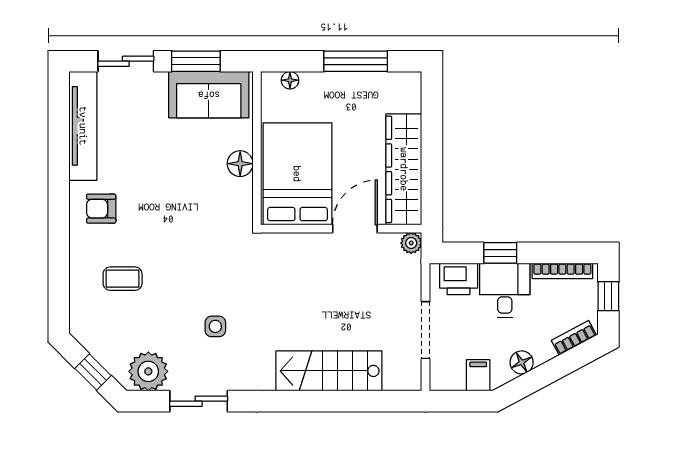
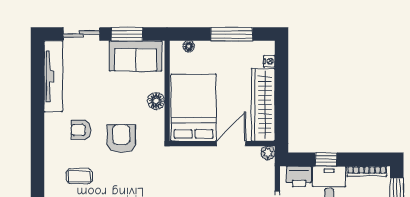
nightstand: (413, 103) -> (269, 61), added
armchair: (101, 209) -> (81, 130), moved
armchair: (187, 221) -> (121, 138), added

